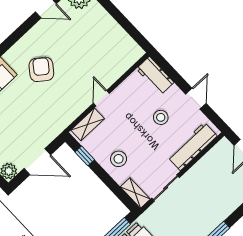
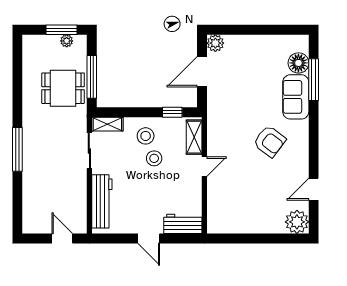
door: (101, 98) -> (204, 167), hinge flipped
door: (196, 99) -> (149, 239), moved
stool: (161, 117) -> (154, 158), moved

